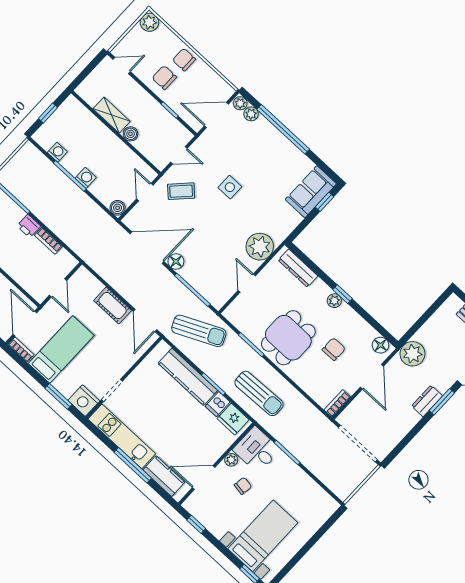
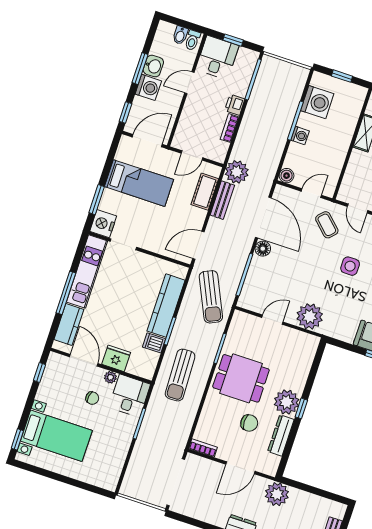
boiler: (131, 134) -> (357, 157), removed
washing machine: (57, 152) -> (317, 102), width x1.89, depth x1.89
plant: (93, 253) -> (237, 172), added
dresser: (298, 268) -> (281, 435), moved
bench: (113, 279) -> (222, 200), added
plant: (334, 301) -> (287, 402), width x1.87, depth x1.87
cot: (113, 306) -> (205, 192), moved
floor lamp: (380, 345) -> (272, 462), removed
bookcase: (21, 350) -> (123, 148), removed
fridge: (233, 419) -> (116, 358), moved, turned 90

